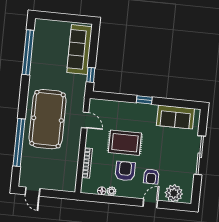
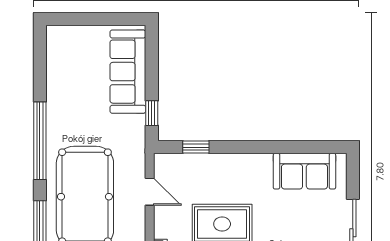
window: (28, 52) -> (40, 141), moved
window: (144, 100) -> (196, 147), moved

